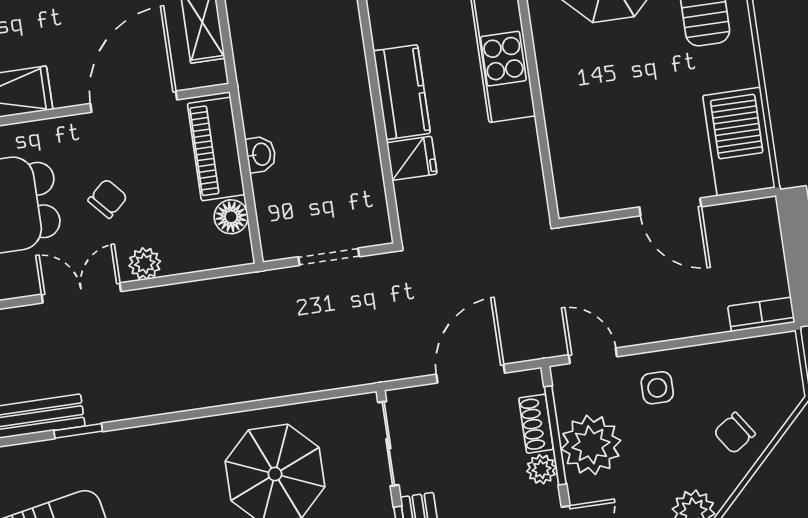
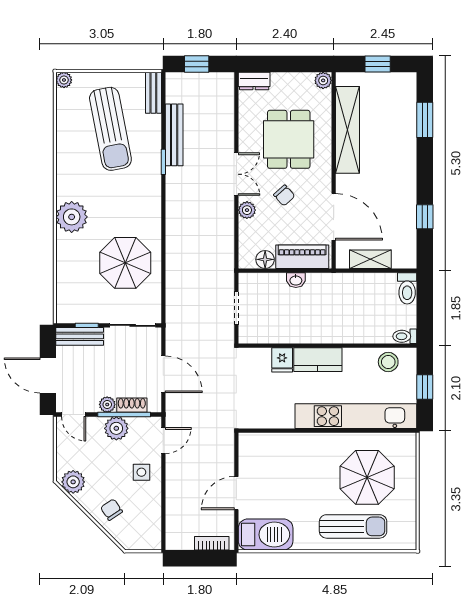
bookcase: (761, 314) -> (212, 543), moved, turned -90
plant: (591, 445) -> (116, 428), width x0.73, depth x0.73

